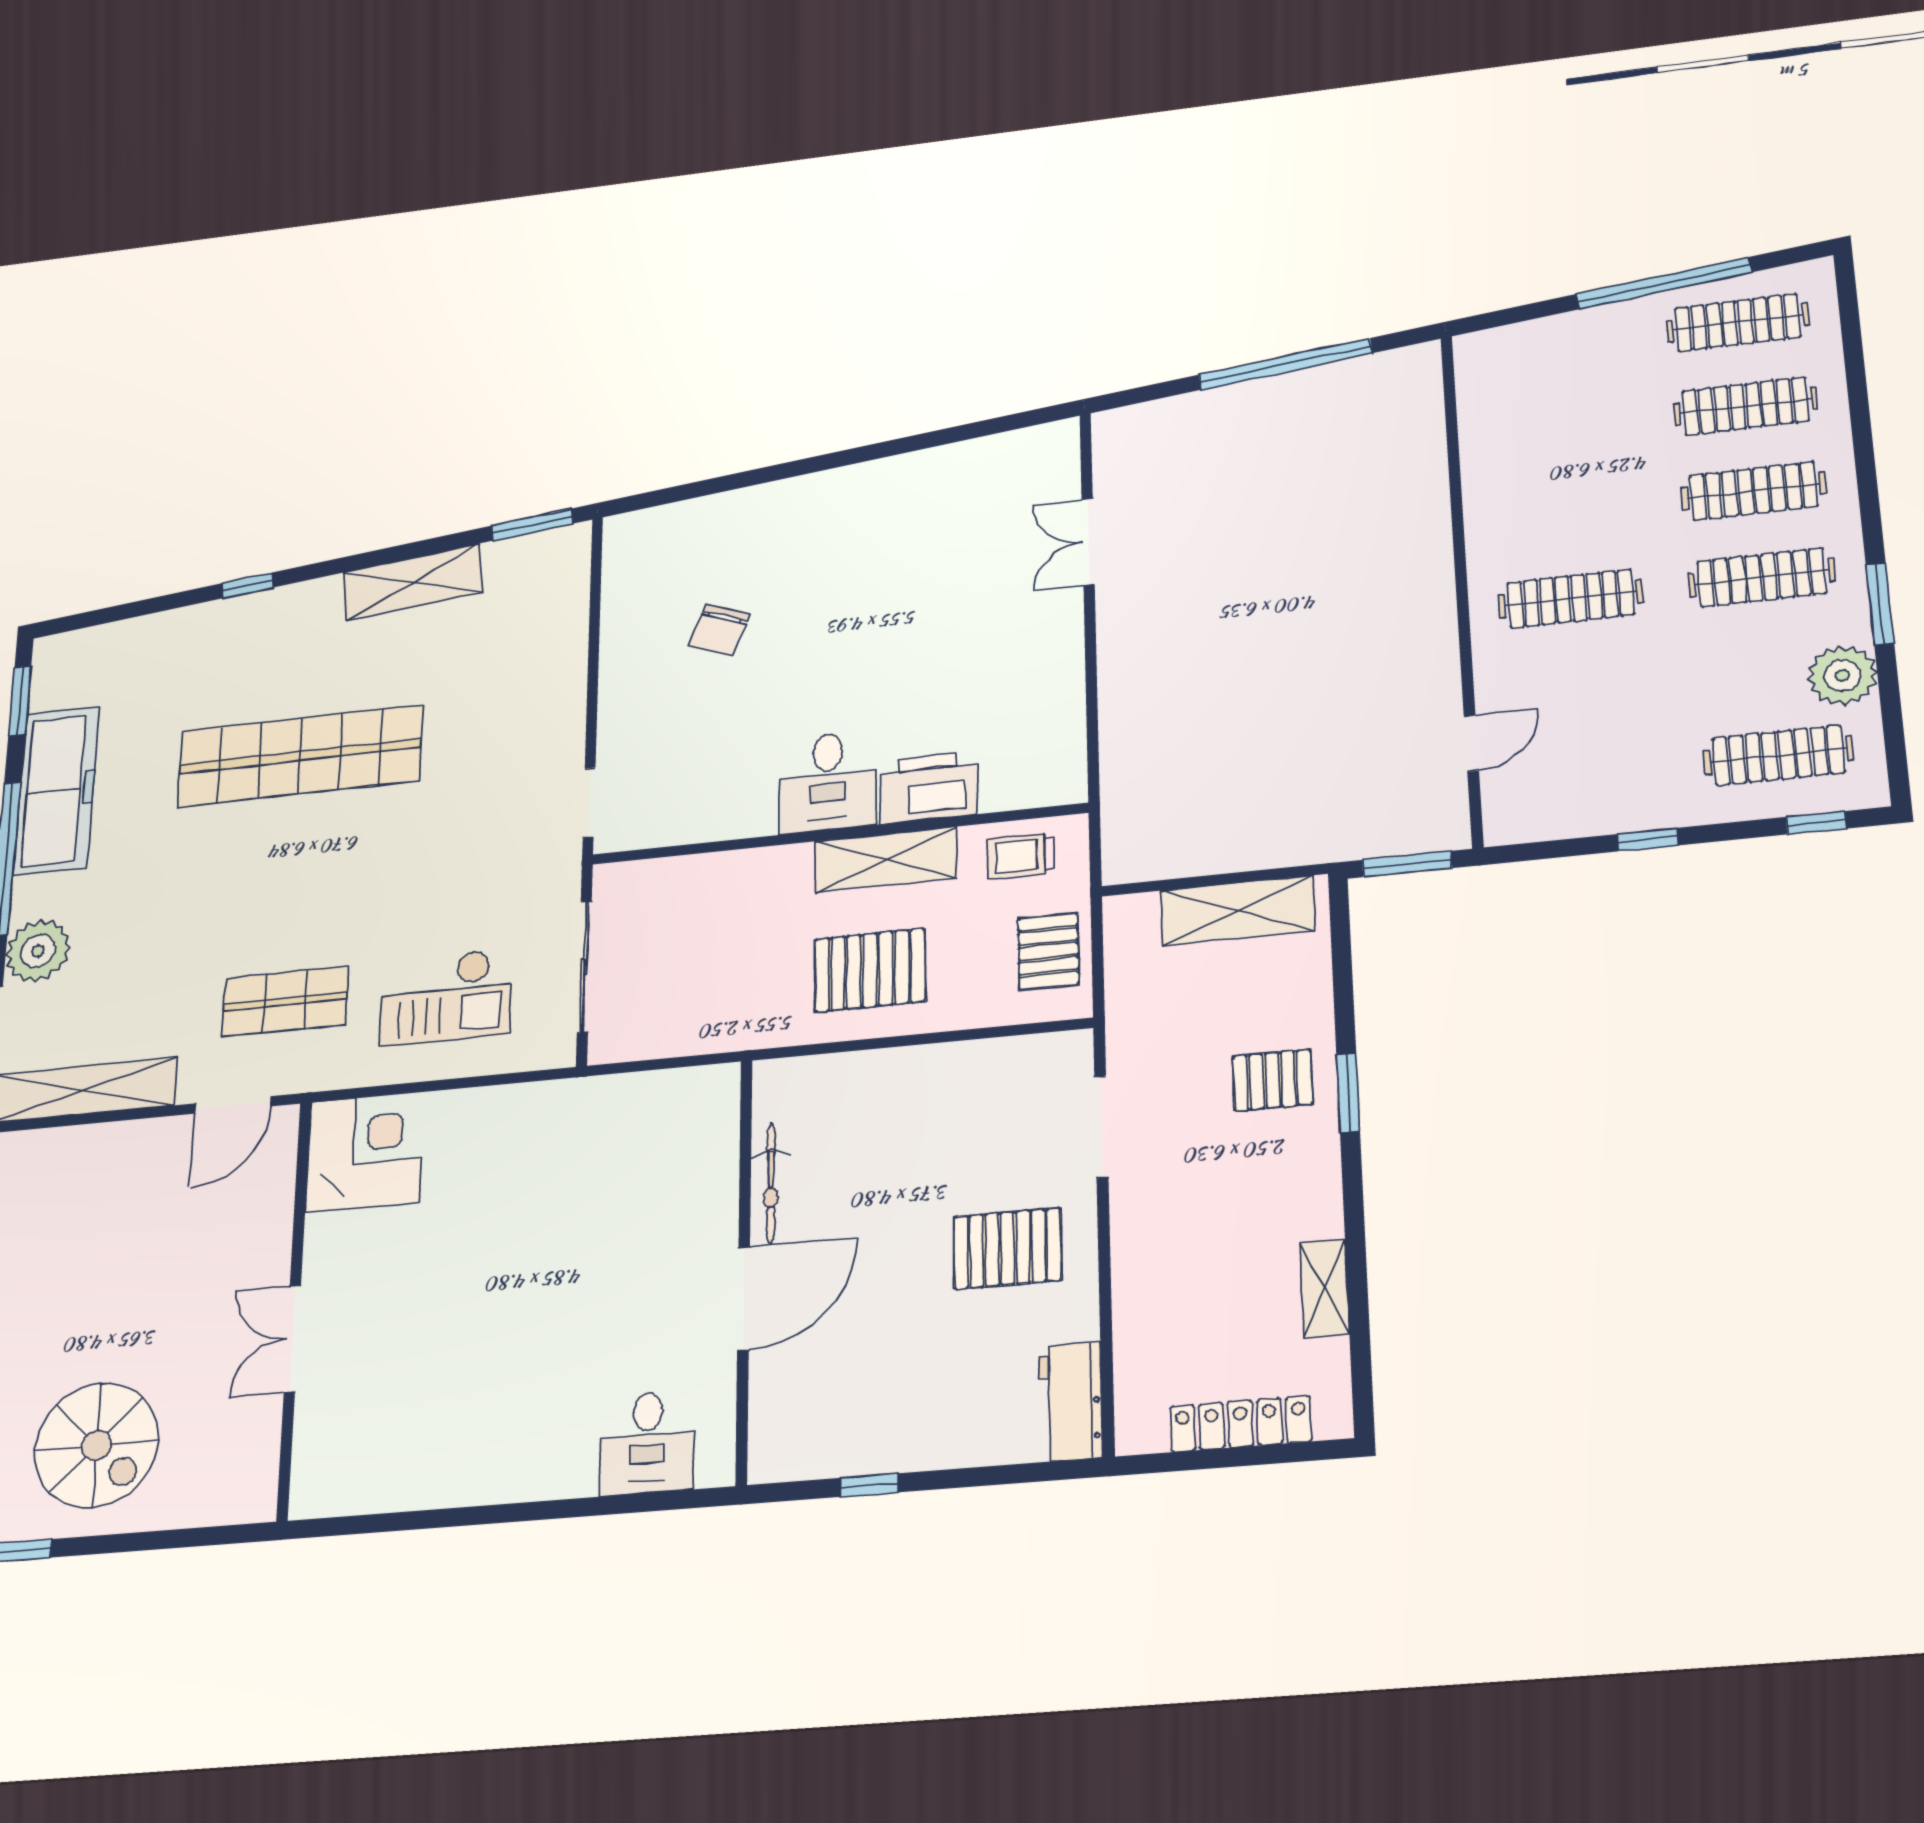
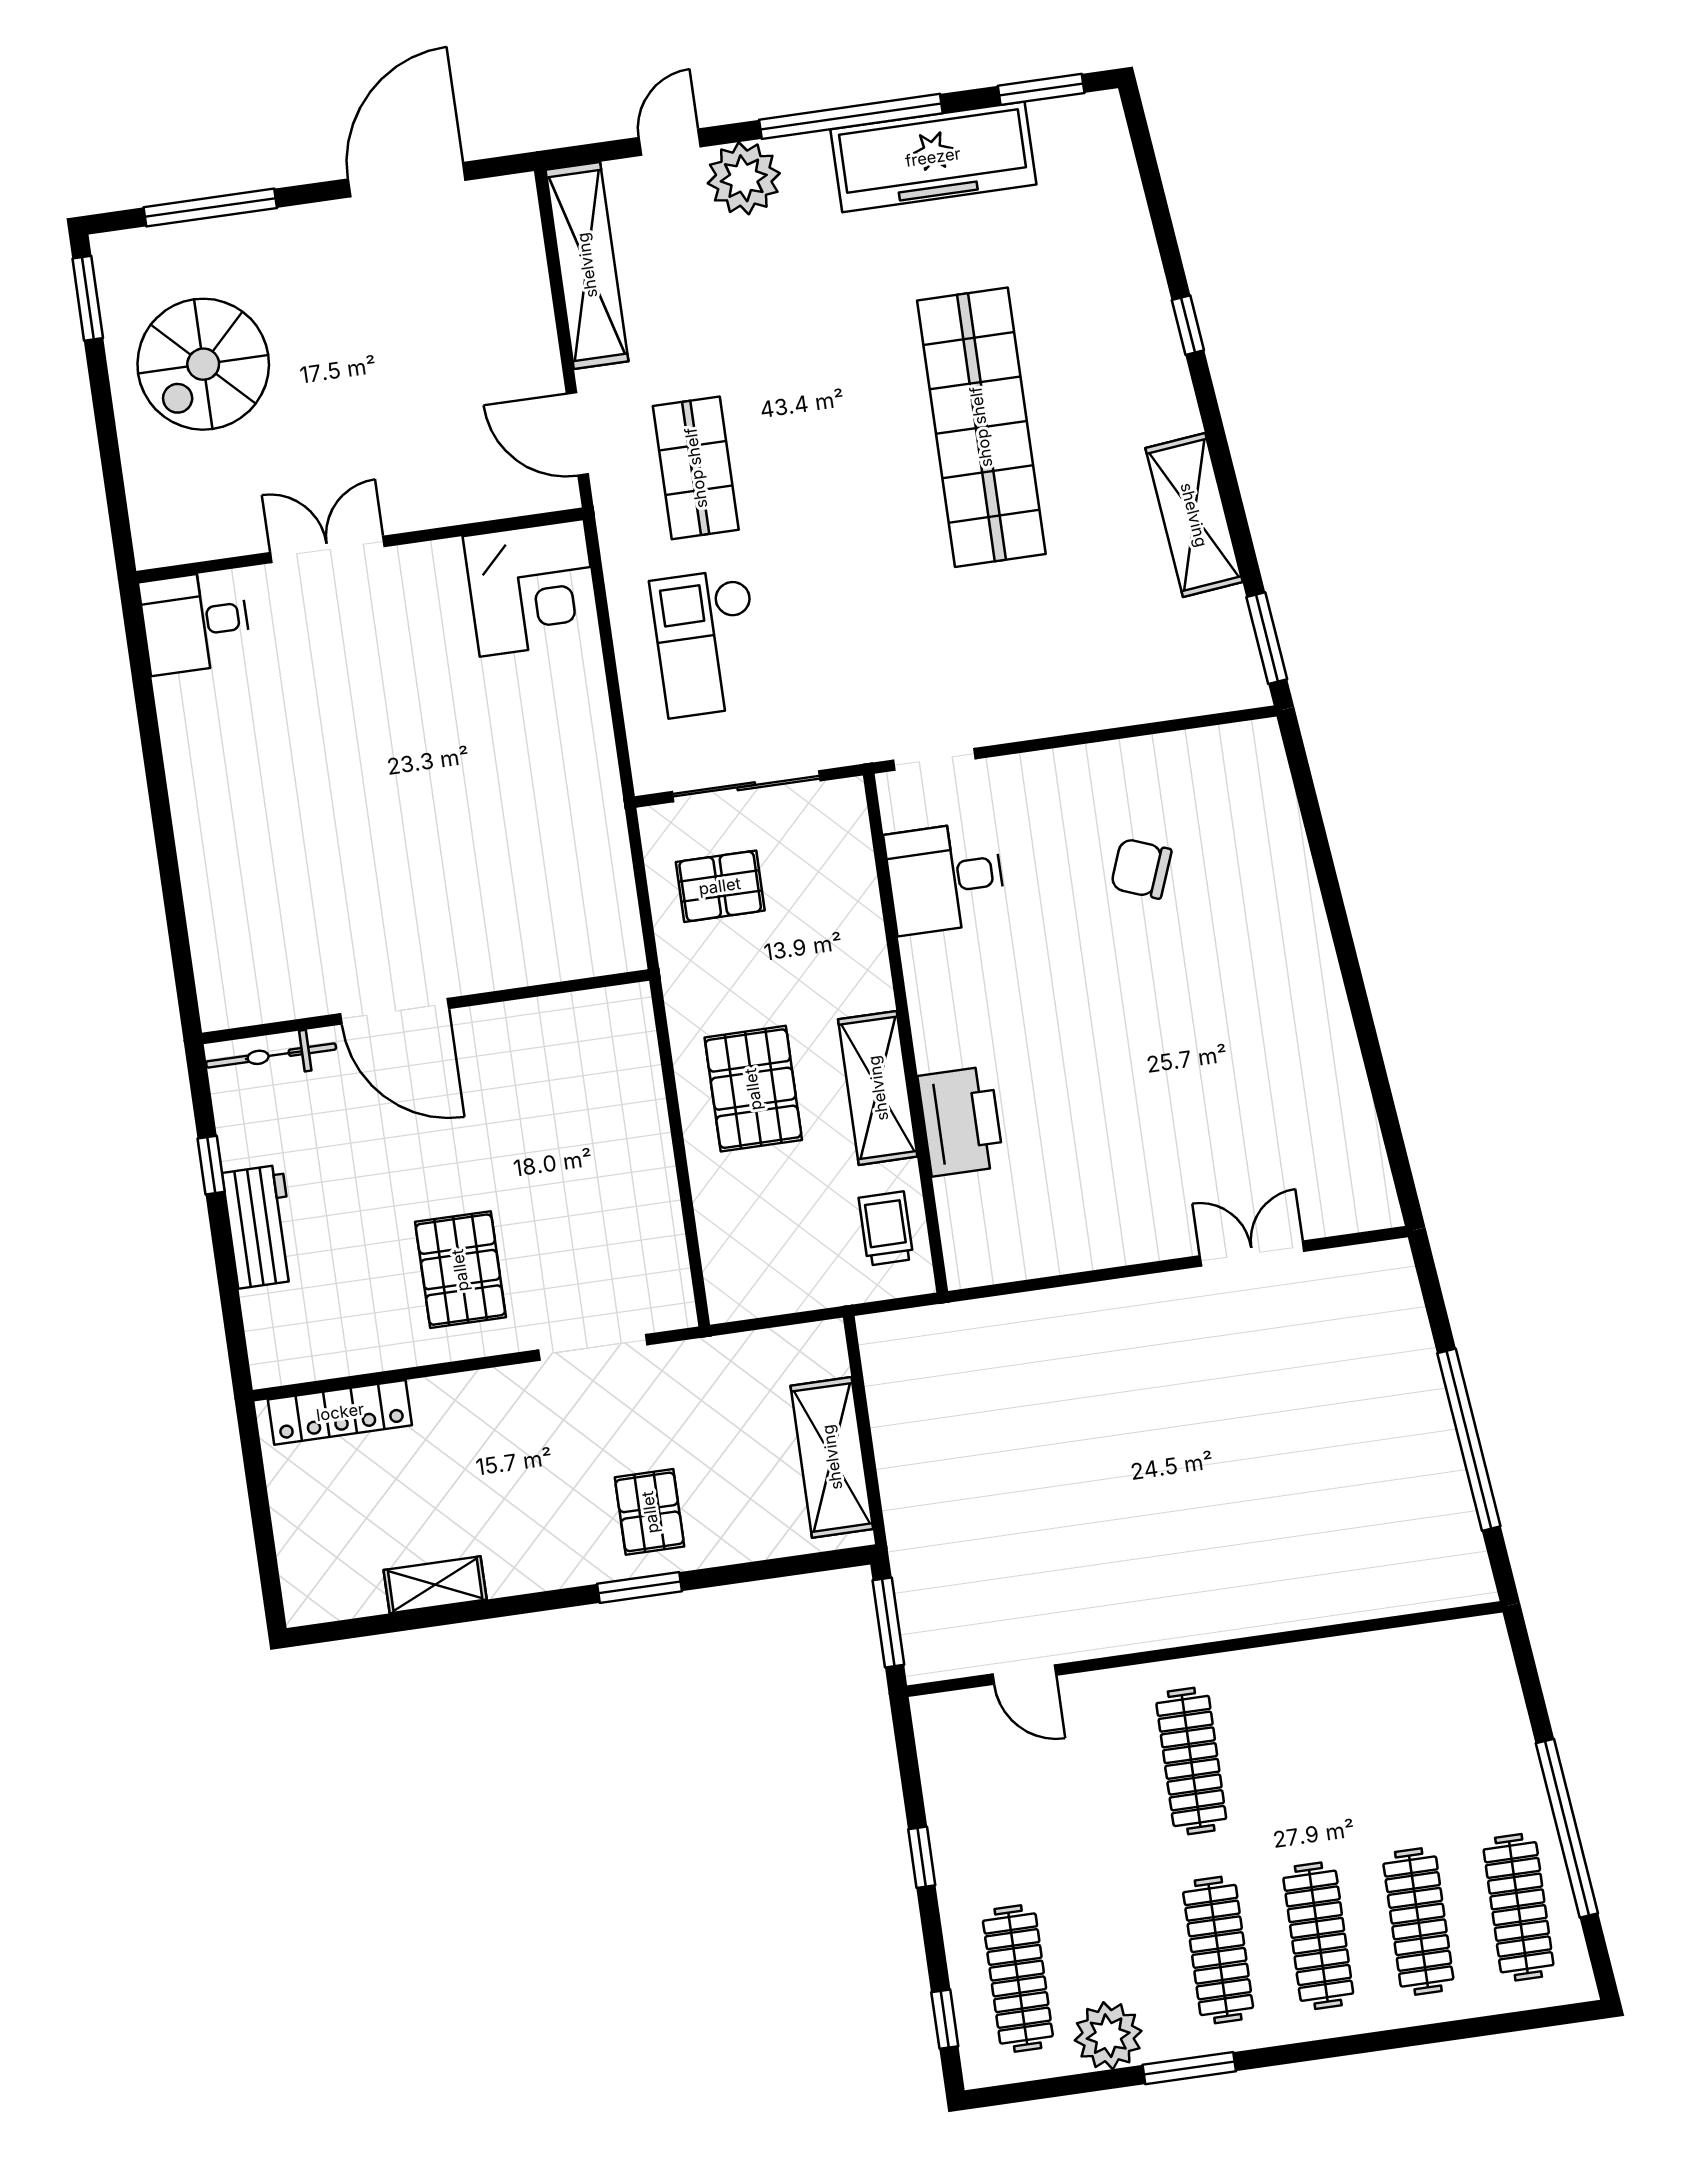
desk: (828, 782) -> (945, 878), moved
pallet: (1048, 951) -> (720, 886), moved
bicycle: (771, 1183) -> (271, 1055), moved
workbench: (1071, 1402) -> (260, 1227), moved, turned 90
locker: (1241, 1424) -> (340, 1412), moved, turned 90
desk: (647, 1443) -> (195, 622), moved

